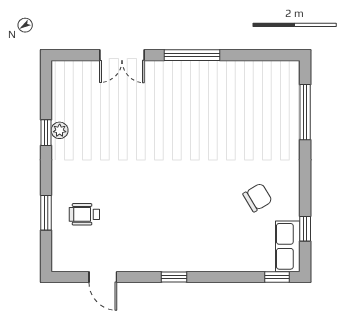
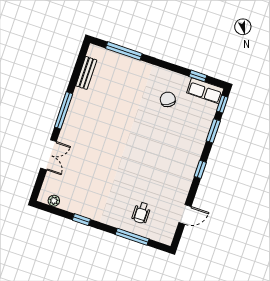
bench: (256, 69) -> (86, 73), added
plant: (60, 130) -> (54, 201), moved
window: (46, 213) -> (132, 237), width x1.44
window: (235, 277) -> (213, 131), added

